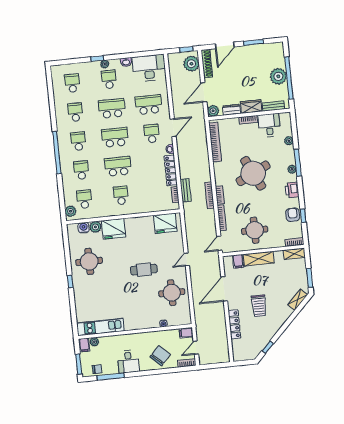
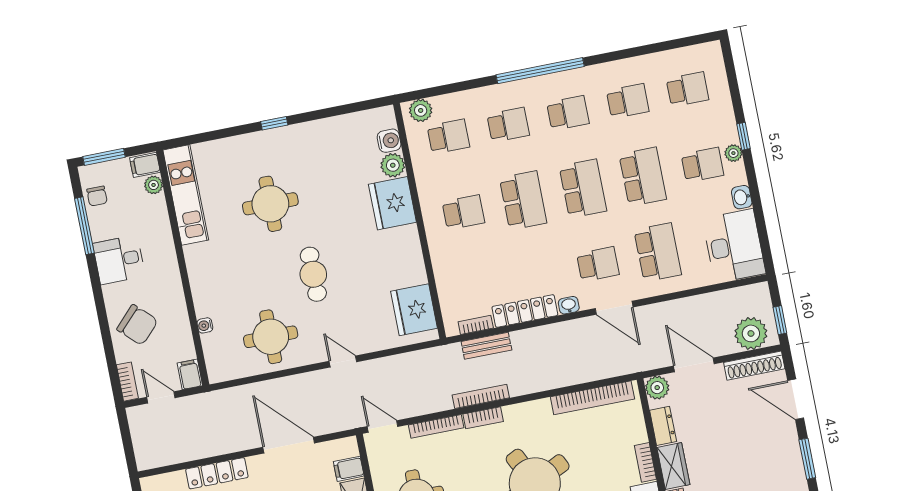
round table: (89, 261) -> (270, 204), moved

